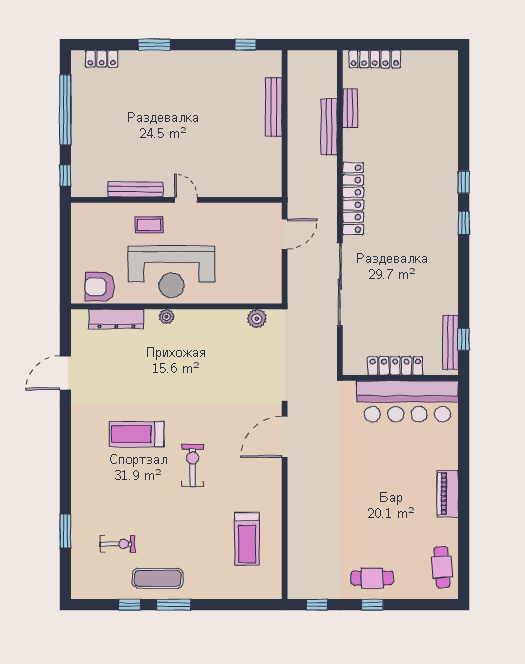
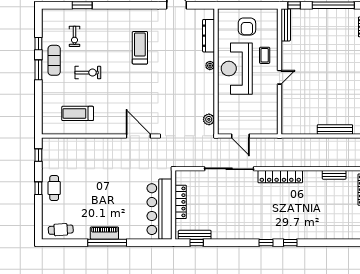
bench: (329, 127) -> (323, 162), removed
bench: (135, 189) -> (286, 25), moved
door: (285, 234) -> (240, 136), moved
armchair: (100, 287) -> (247, 27), moved, turned 180
exercise bike: (193, 466) -> (88, 73), moved
window: (464, 489) -> (107, 243), added

